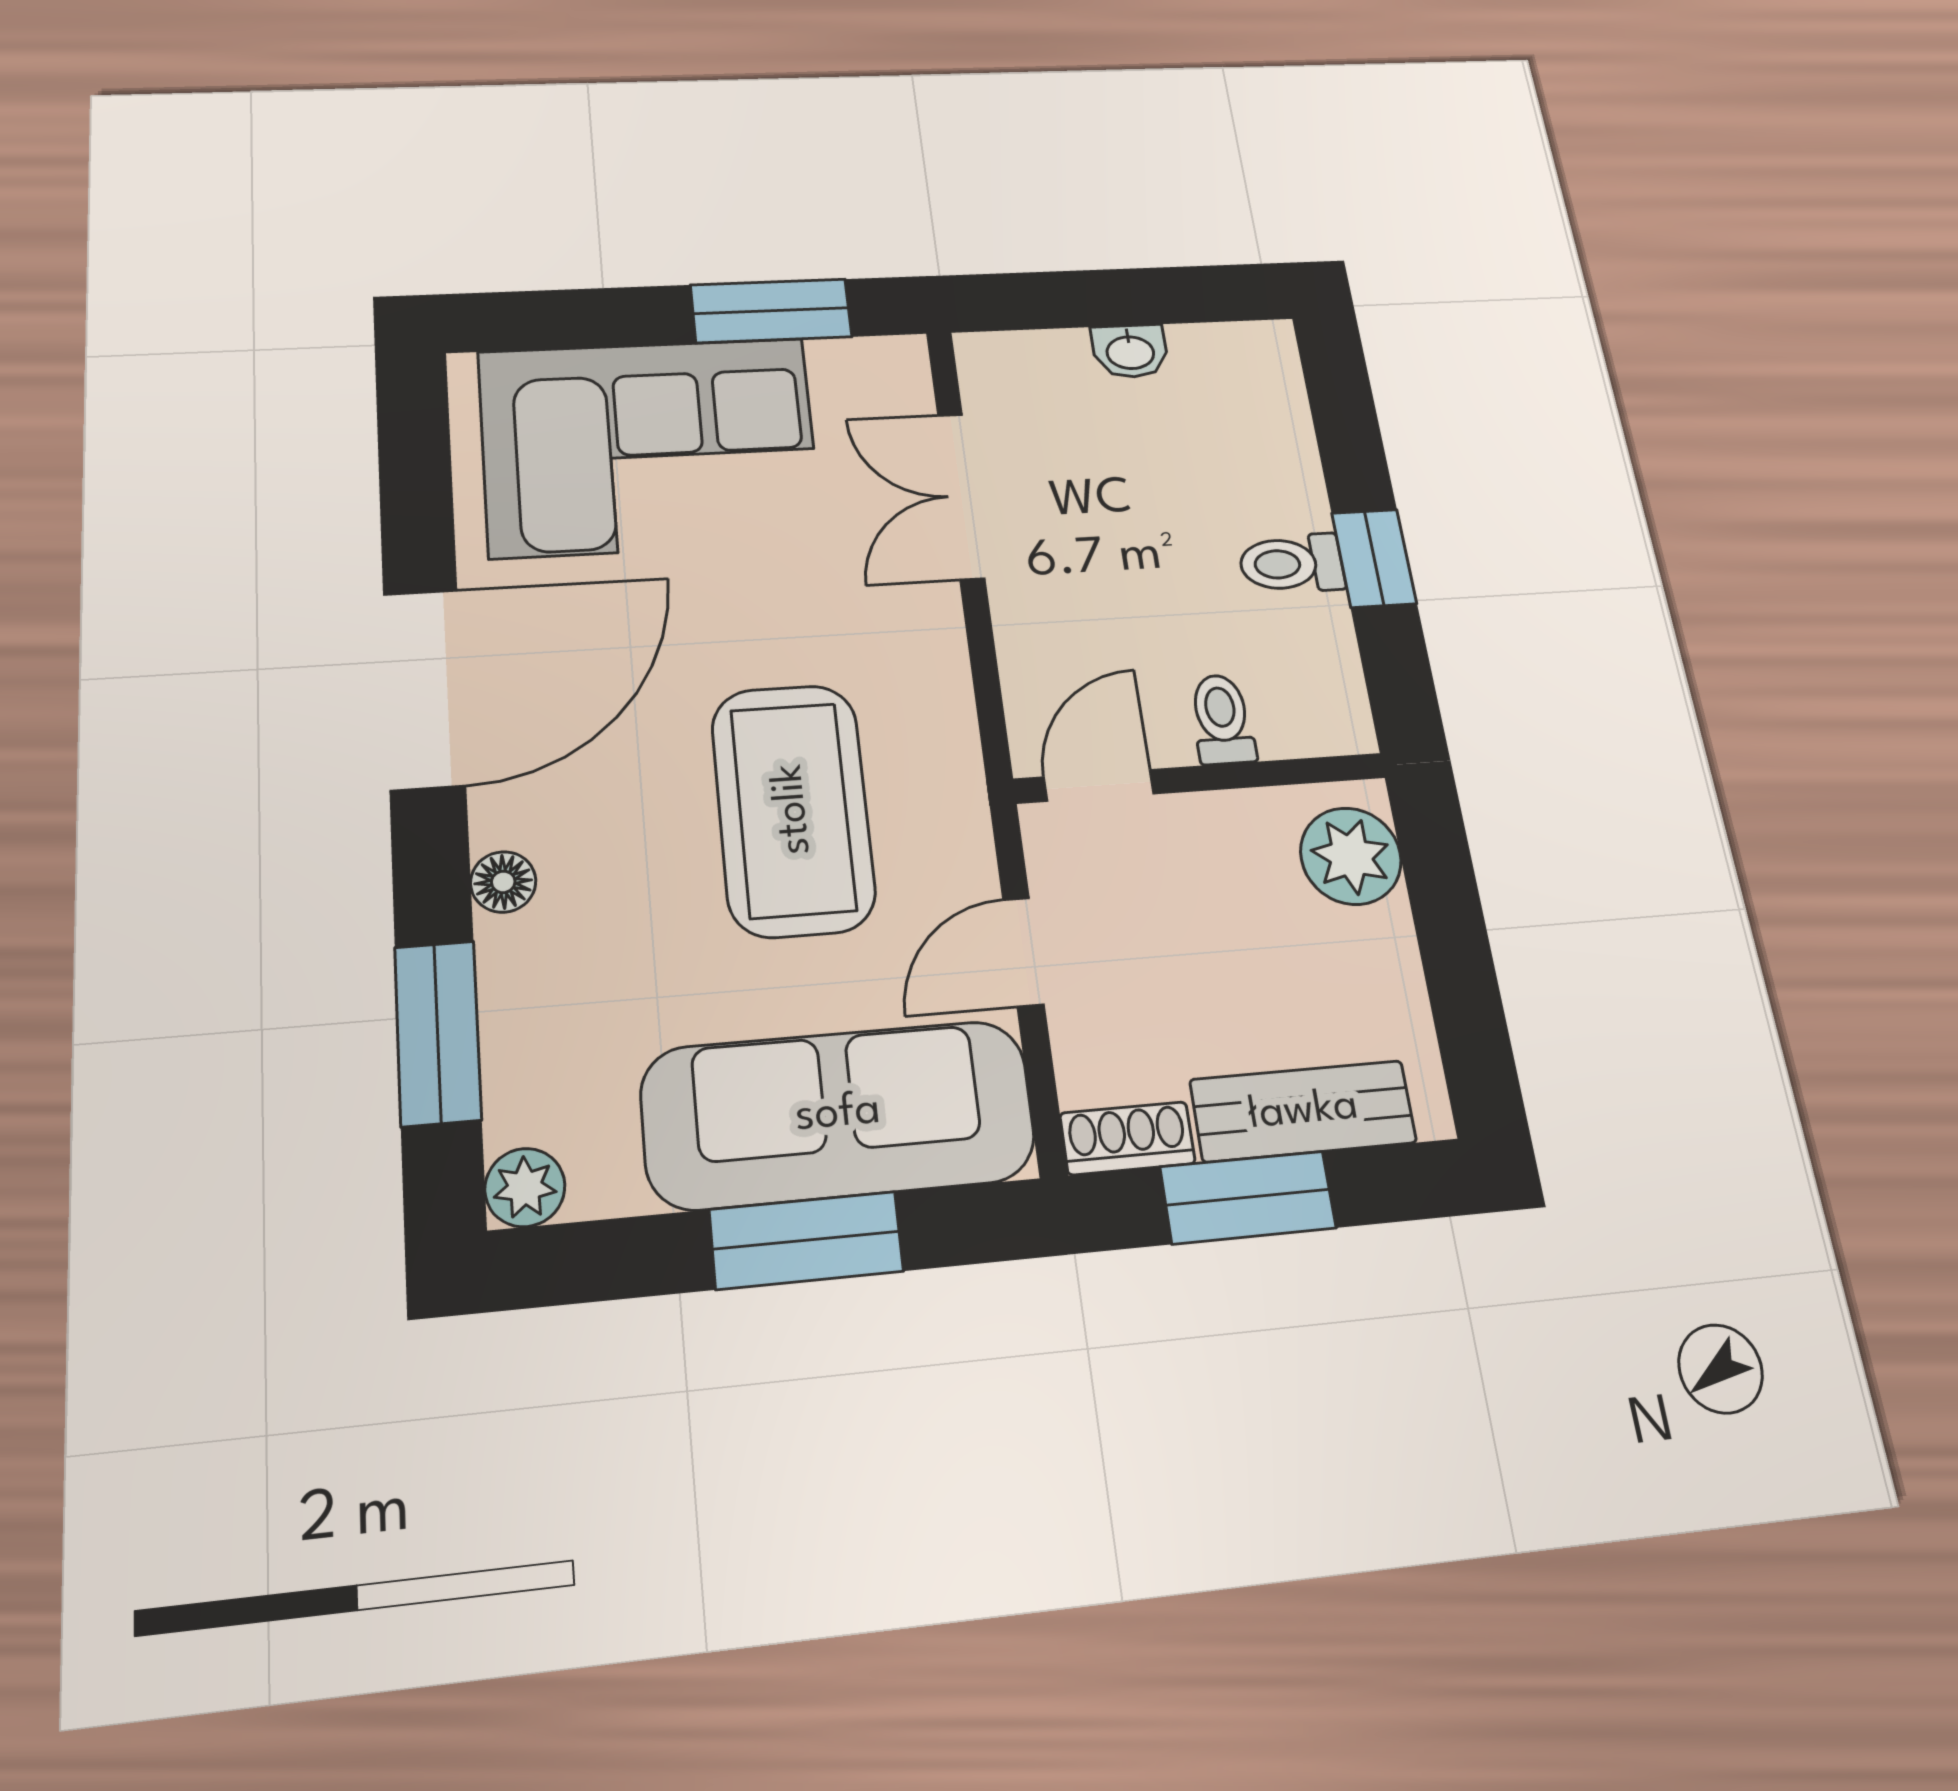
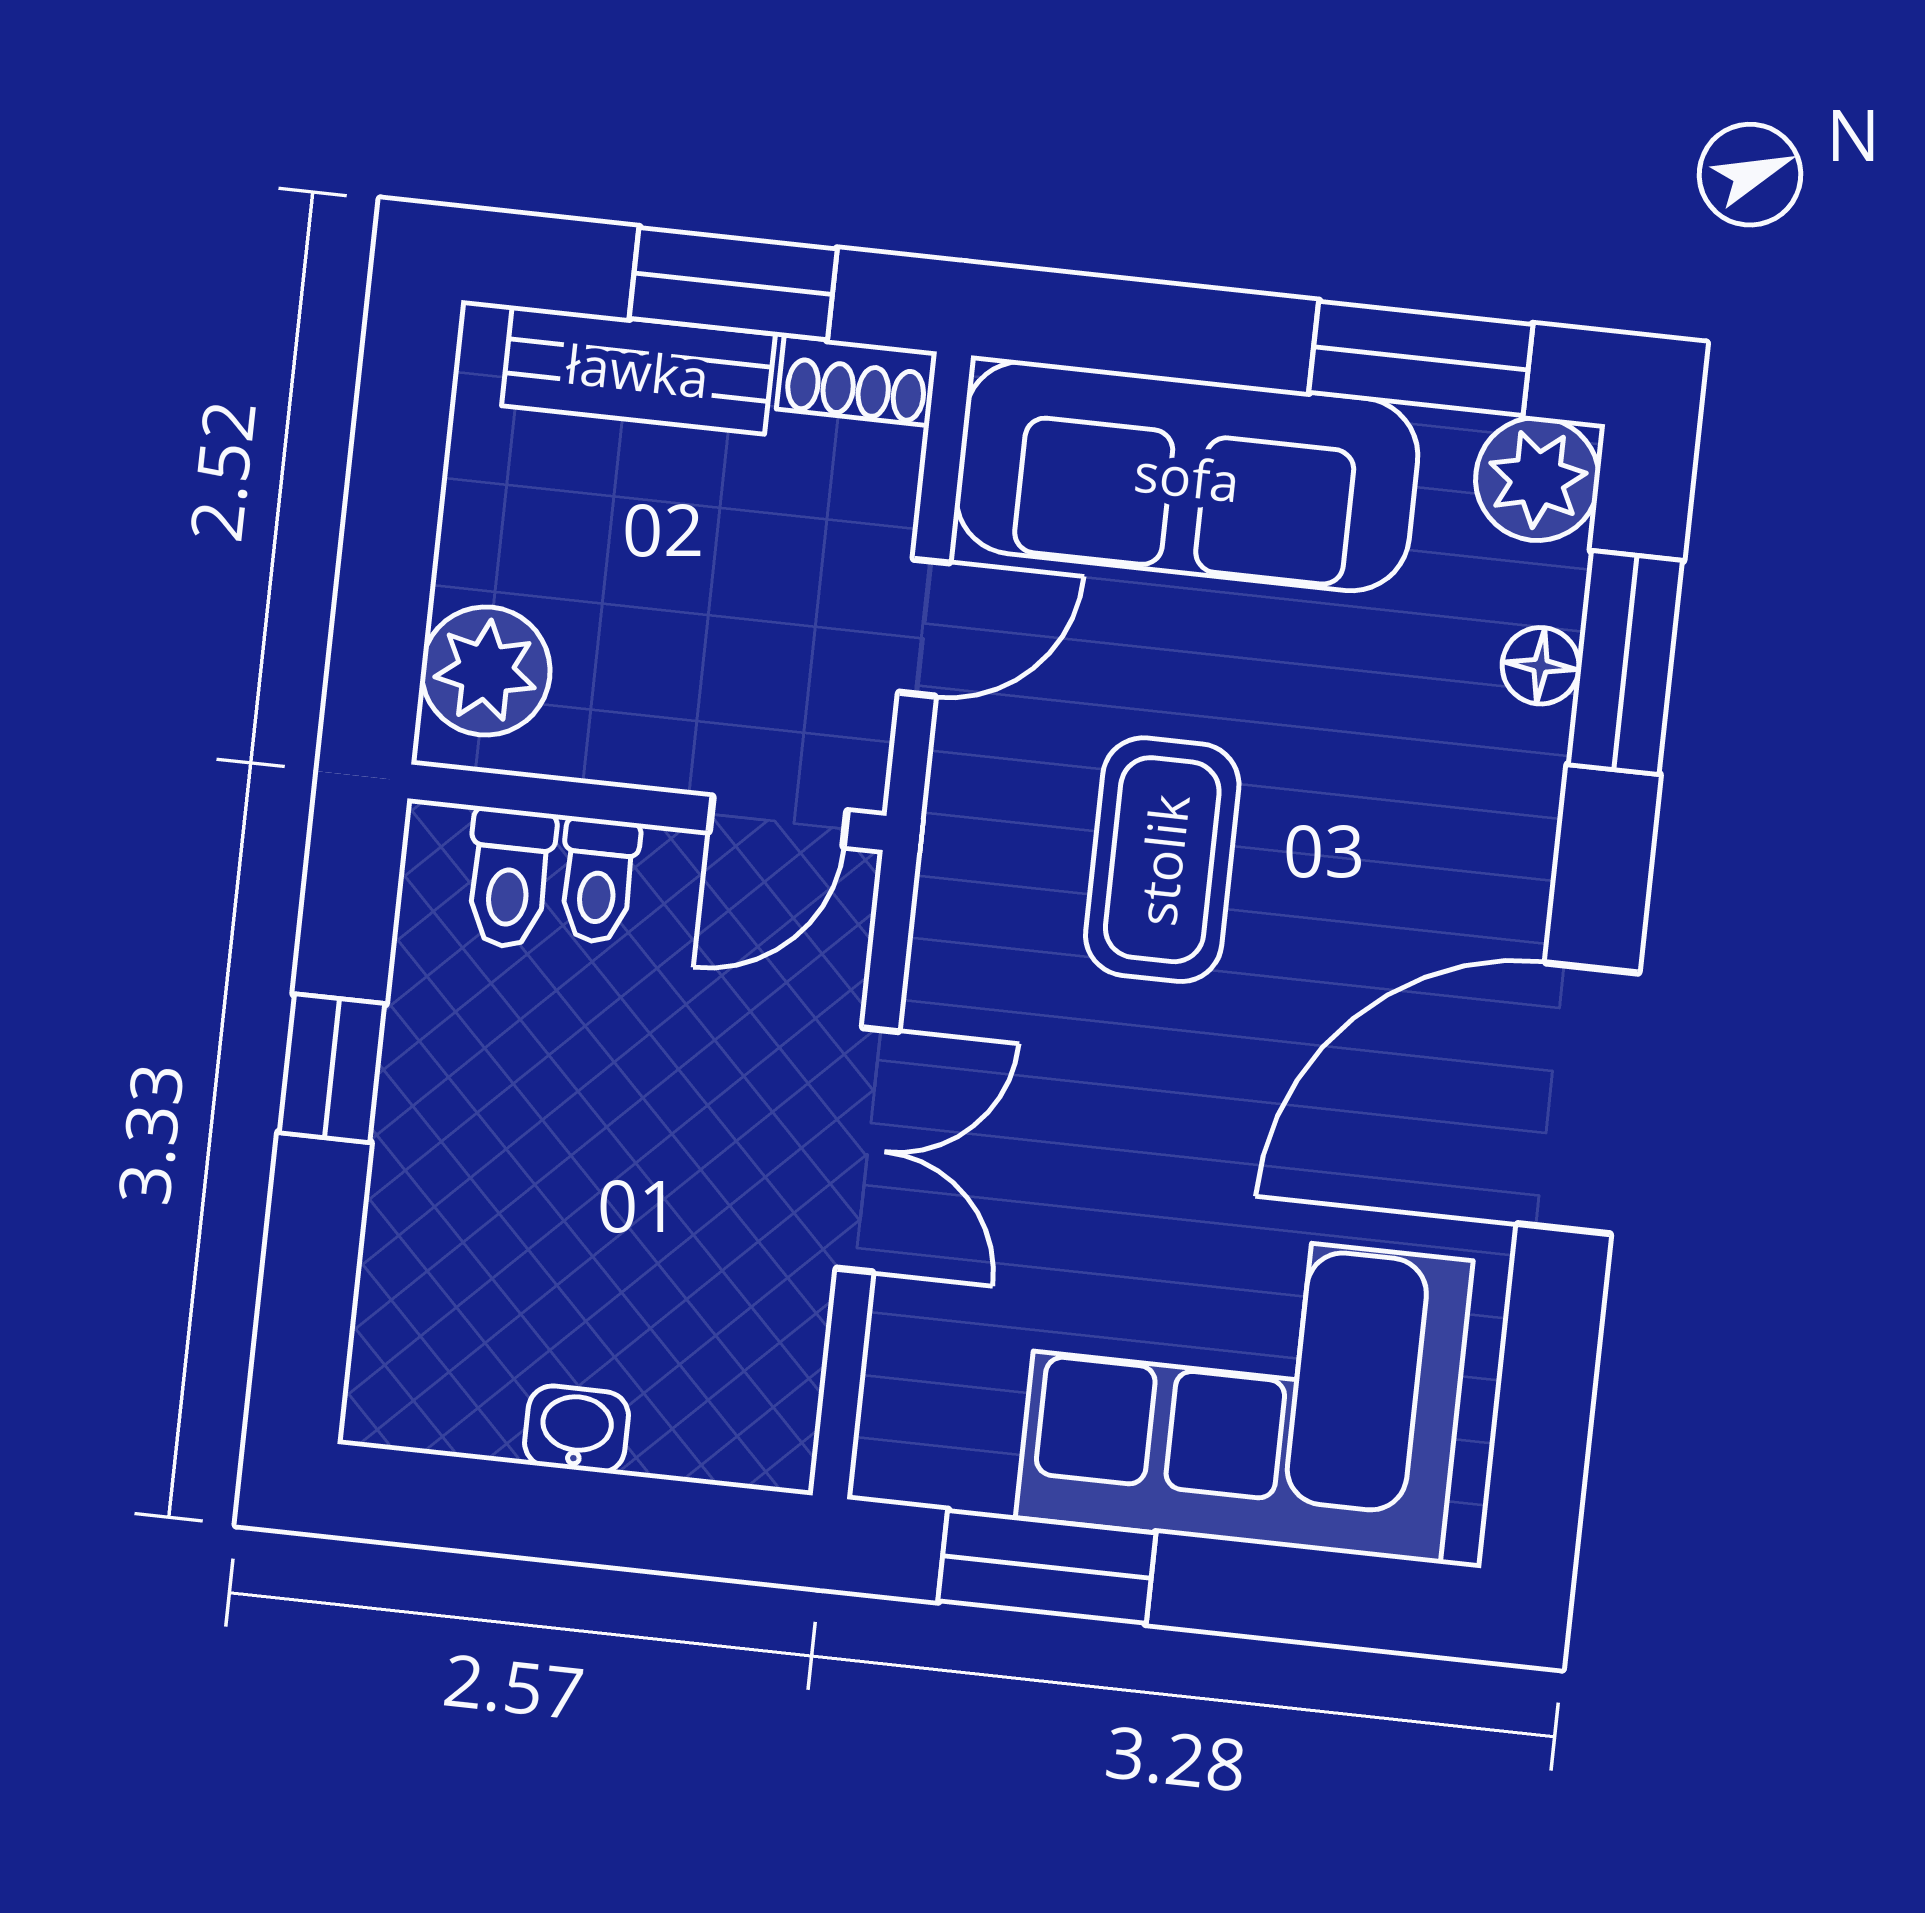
double door: (961, 496) -> (868, 1150), moved
toilet: (1291, 564) -> (509, 878), moved, turned 90
coffee table: (793, 809) -> (1162, 860), width x0.73, depth x0.76
floor lamp: (503, 882) -> (1541, 666), moved
plant: (525, 1188) -> (1537, 479), width x1.38, depth x1.38
window: (806, 1240) -> (1421, 358), moved

